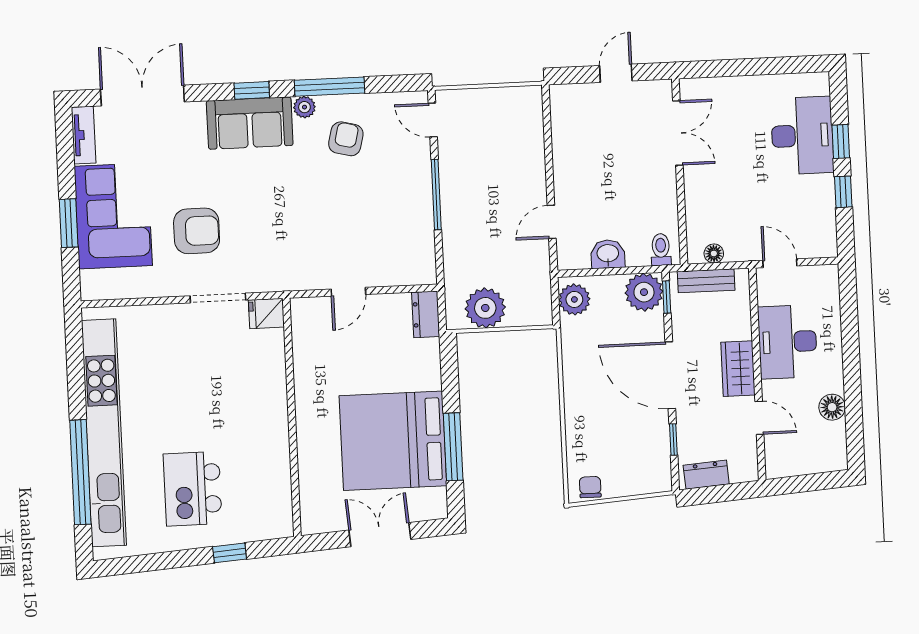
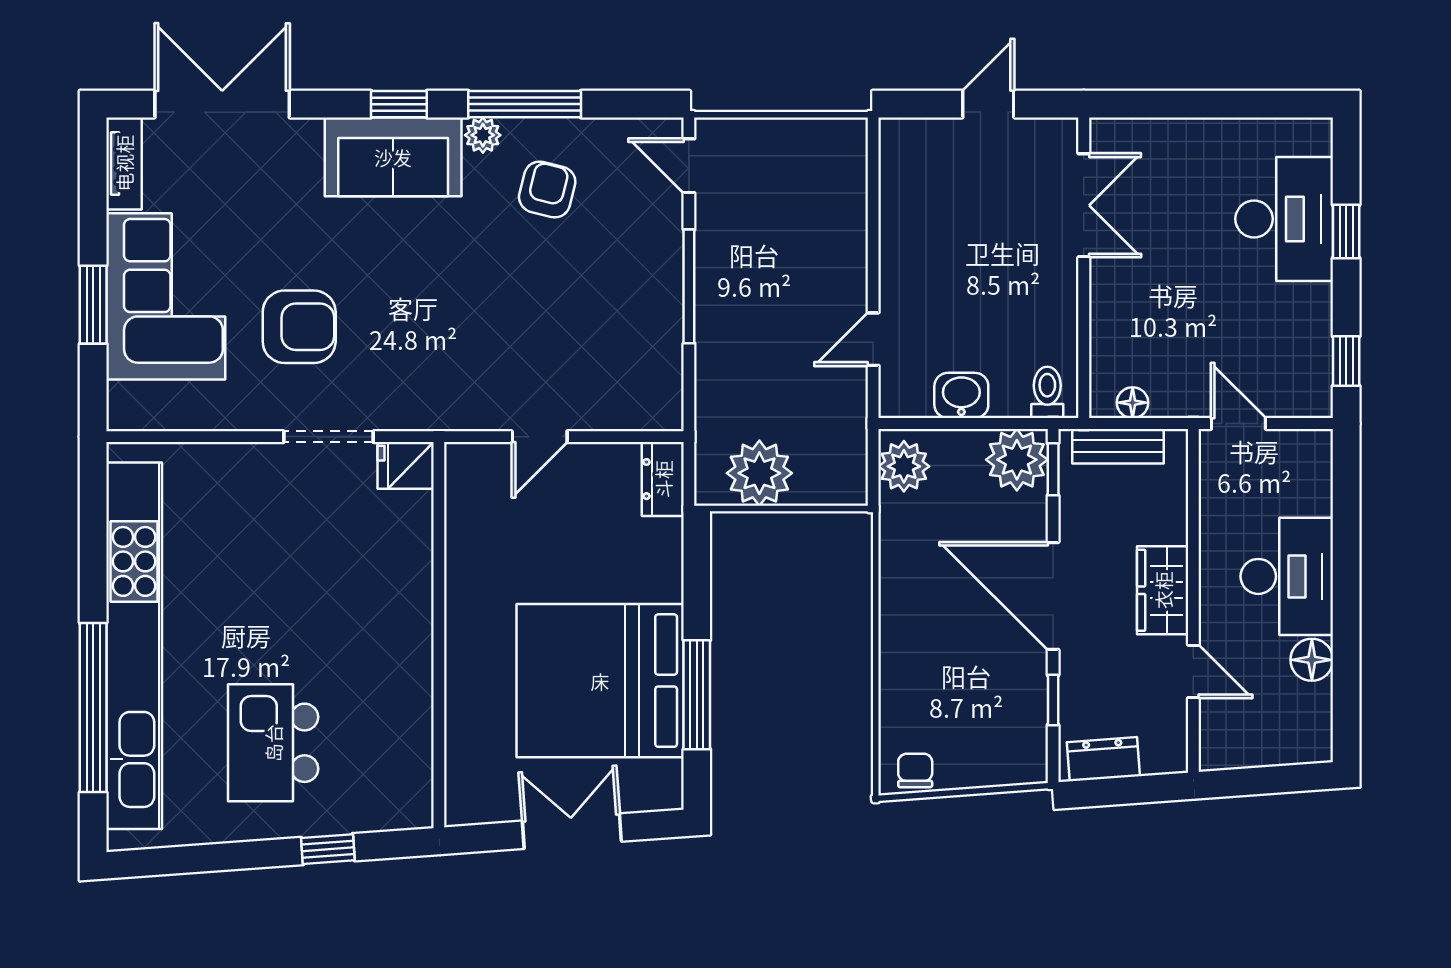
window: (843, 192) -> (1346, 361), moved
desk: (788, 342) -> (1287, 576), moved, turned 180

